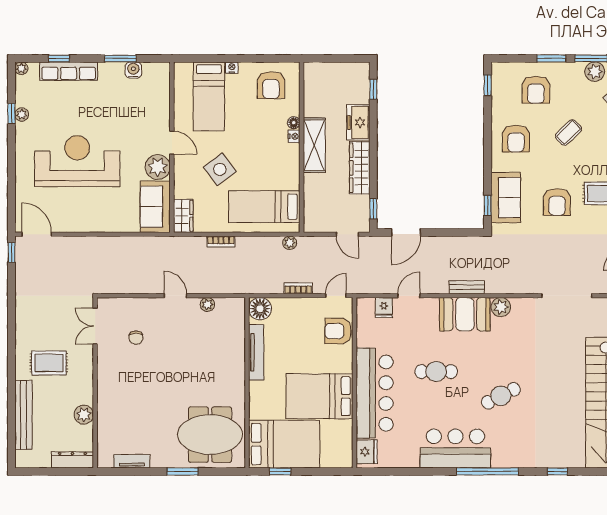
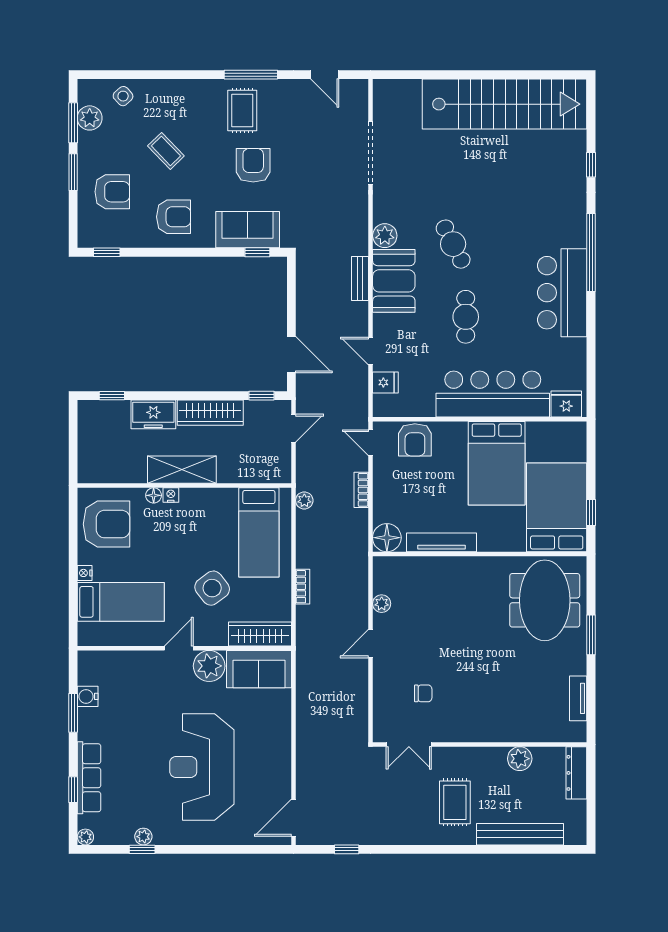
armchair: (271, 85) -> (107, 524), width x1.36, depth x1.36
armchair: (557, 202) -> (253, 165), turned -90
wardrobe: (183, 216) -> (260, 634), width x1.50
window: (12, 253) -> (347, 849), moved
cafe table: (501, 396) -> (453, 244), moved

